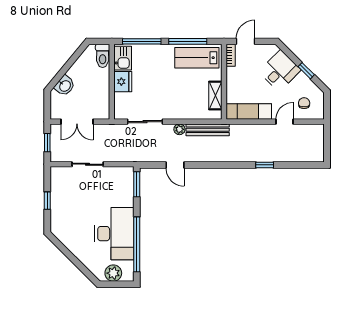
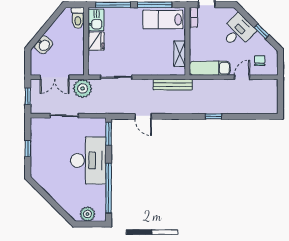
plant: (179, 129) -> (83, 88), moved, width x1.88, depth x1.88
window: (265, 165) -> (213, 116), moved
desk: (114, 234) -> (88, 160), moved

